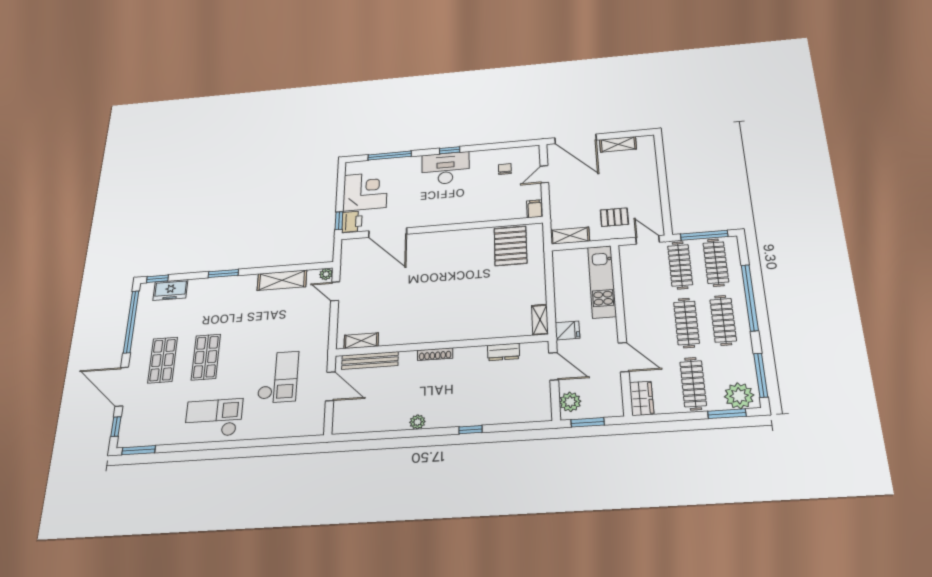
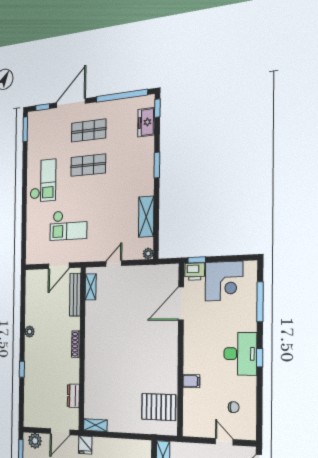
filing cabinet: (535, 209) -> (191, 381), moved
door: (335, 291) -> (114, 263), moved

